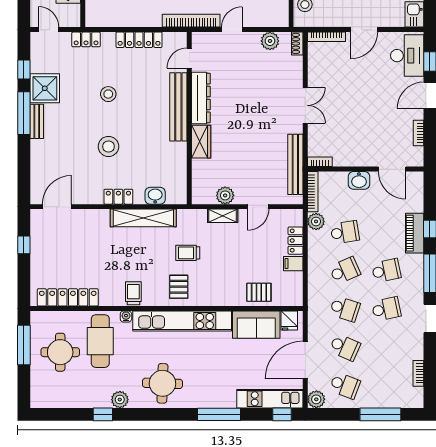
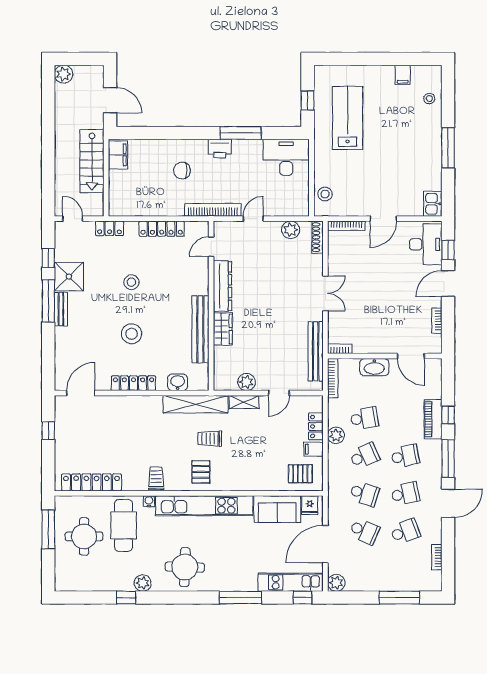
shoe rack: (297, 43) -> (317, 237), width x1.43
bench: (178, 107) -> (200, 329), moved
washbasin: (359, 180) -> (374, 367), width x1.38
locker: (118, 197) -> (134, 383), width x1.53
shelving: (143, 218) -> (196, 404), moved
plant: (316, 221) -> (336, 435), moved
pallet: (259, 292) -> (300, 474), moved
school desk: (345, 386) -> (405, 531), moved, turned -42

